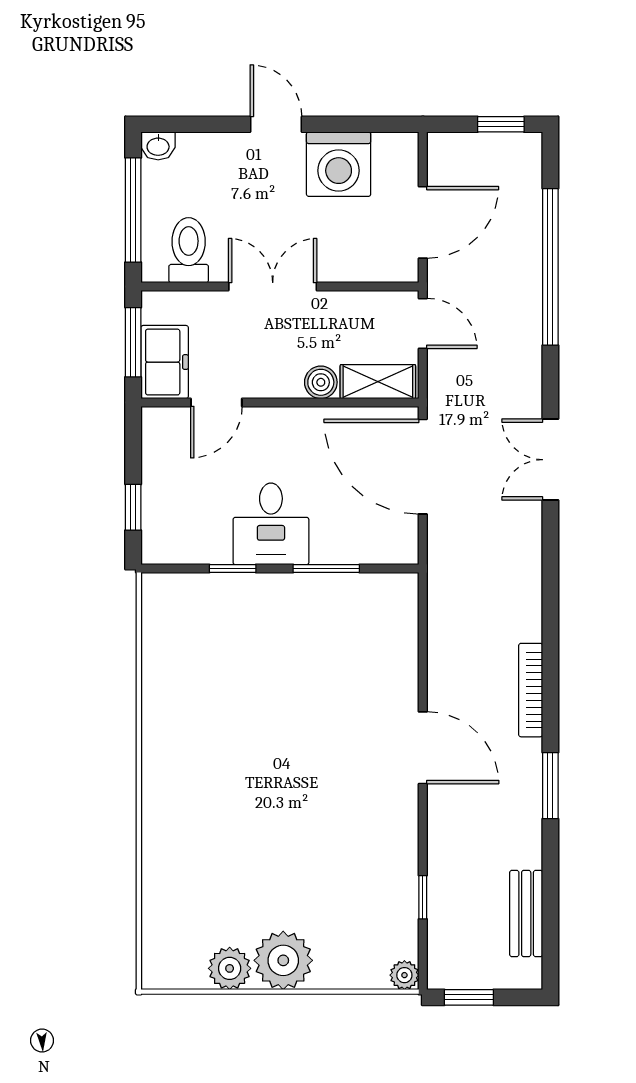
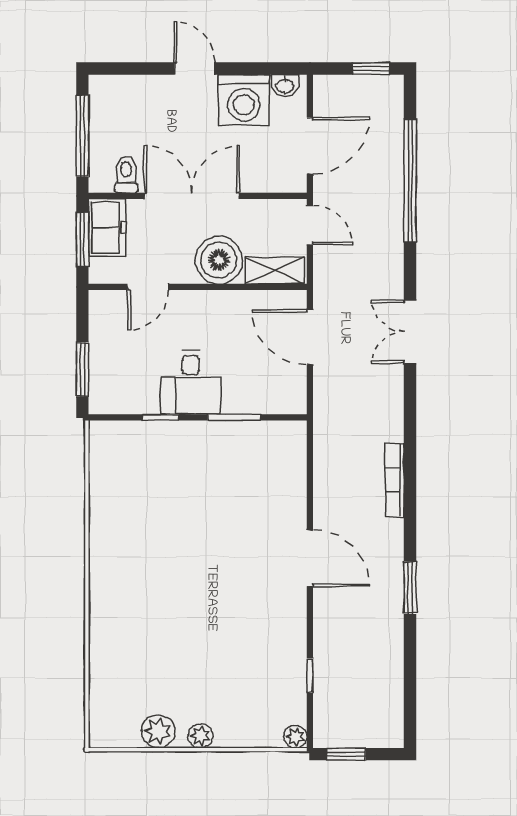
washbasin: (158, 146) -> (285, 86), moved
toilet: (189, 250) -> (126, 174), width x0.73, depth x0.72
double door: (273, 287) -> (192, 196), width x1.37
freezer: (165, 362) -> (107, 228), moved
boiler: (321, 382) -> (219, 260), width x1.86, depth x1.86
door: (423, 467) -> (310, 337), width x0.73
window: (133, 507) -> (82, 369), width x1.50
bookcase: (531, 690) -> (395, 480), moved
bench: (526, 913) -> (391, 688), removed
plant: (283, 960) -> (200, 736), width x0.53, depth x0.53

